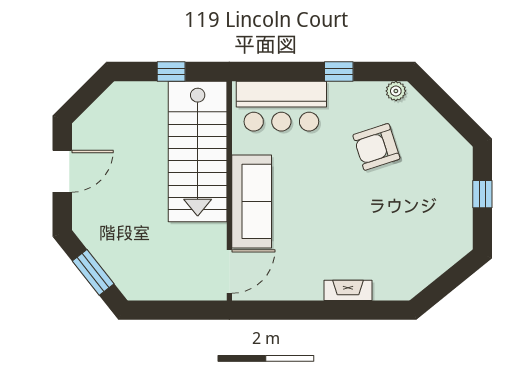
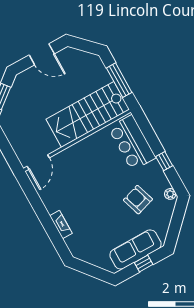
window: (171, 71) -> (119, 80), width x2.17
sofa: (252, 201) -> (135, 249), moved, turned 180
door: (229, 271) -> (38, 162), hinge flipped

